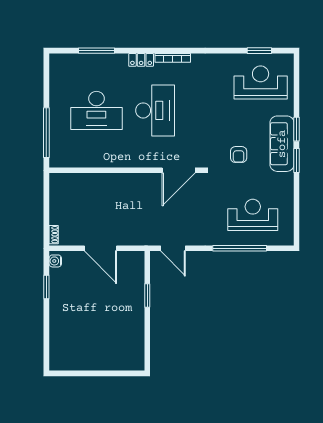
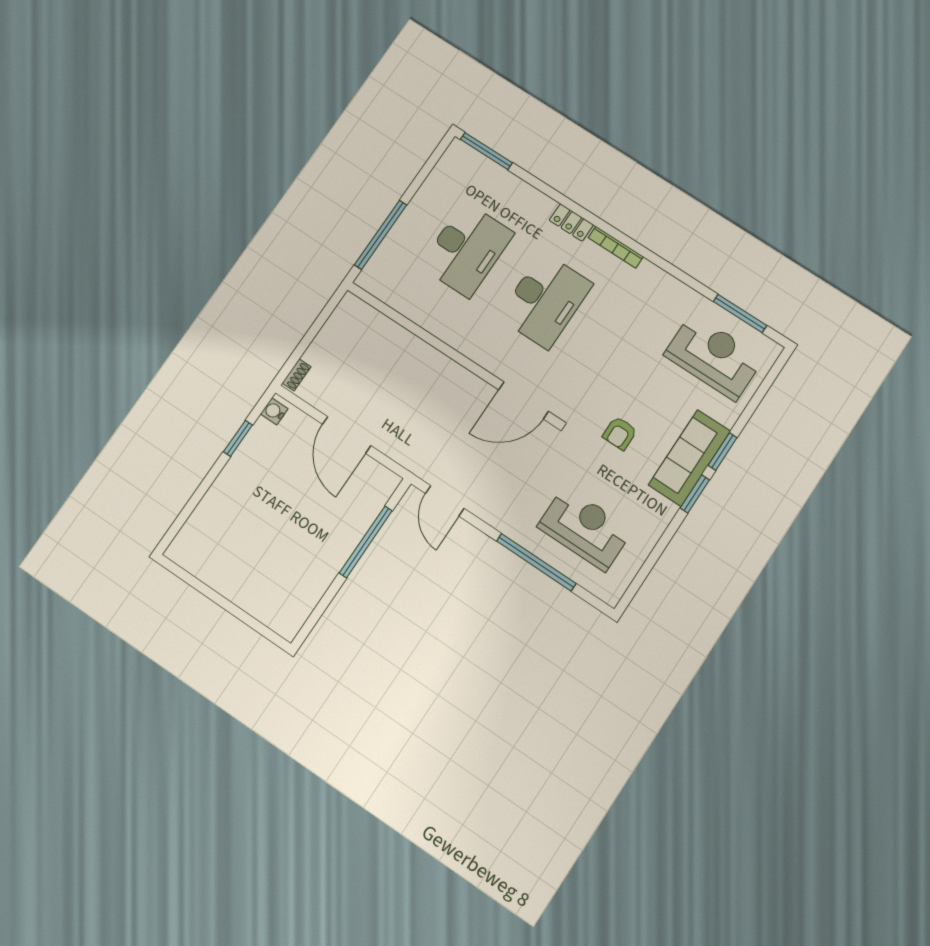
window: (97, 51) -> (486, 151), moved
window: (259, 51) -> (740, 313), width x1.44
desk: (96, 110) -> (467, 249), turned -90
window: (147, 296) -> (366, 542), width x2.11

